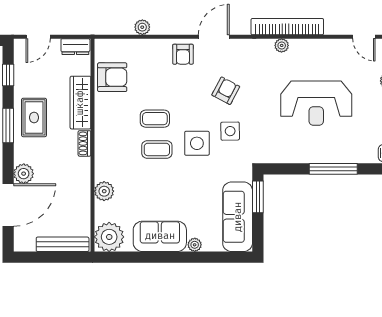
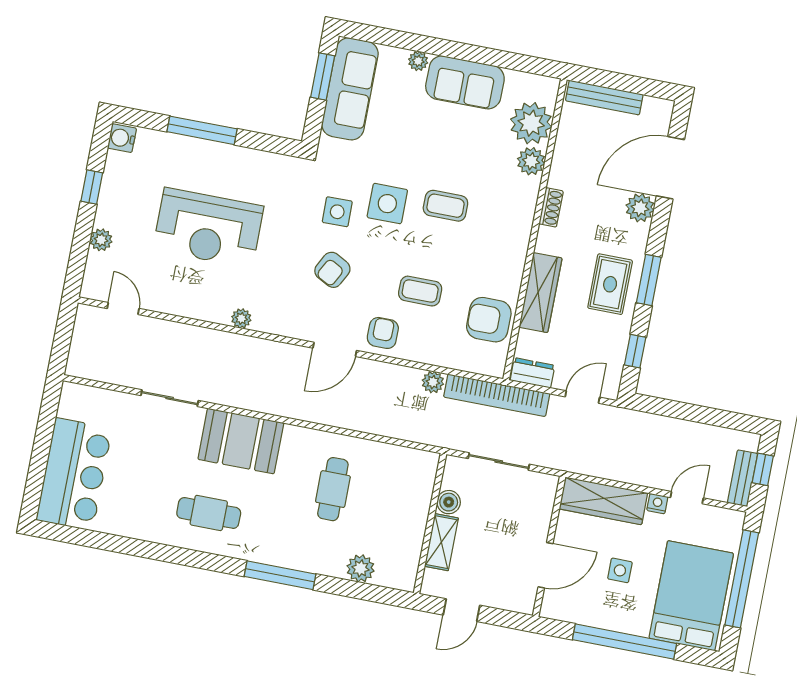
bookcase: (287, 27) -> (497, 395), moved
reception desk: (316, 103) -> (208, 228), turned 180
coffee table: (155, 119) -> (420, 291), moved
shoe rack: (84, 143) -> (551, 207), moved
window: (258, 197) -> (323, 76), moved
plant: (109, 237) -> (531, 123), moved

